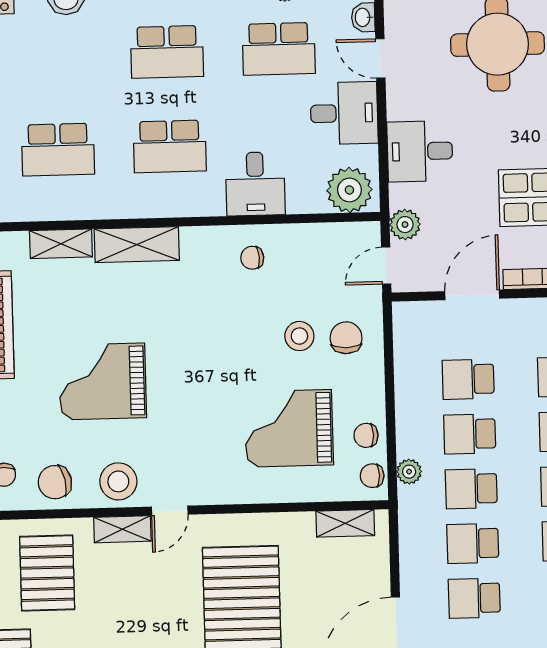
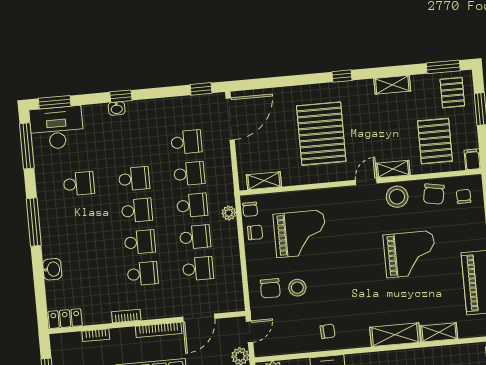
chair: (372, 476) -> (250, 209), turned 90
chair: (55, 482) -> (434, 194), turned 112

